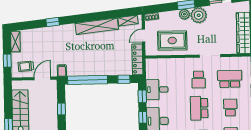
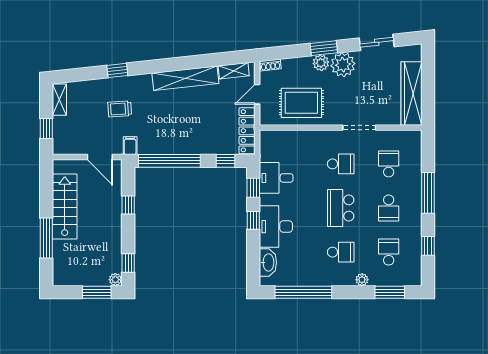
trolley: (26, 66) -> (120, 109), moved
door: (42, 78) -> (100, 157), swing flipped
school desk: (230, 79) -> (389, 164), width x0.54
school desk: (199, 80) -> (341, 164), turned -90
school desk: (230, 107) -> (389, 208), turned 180

